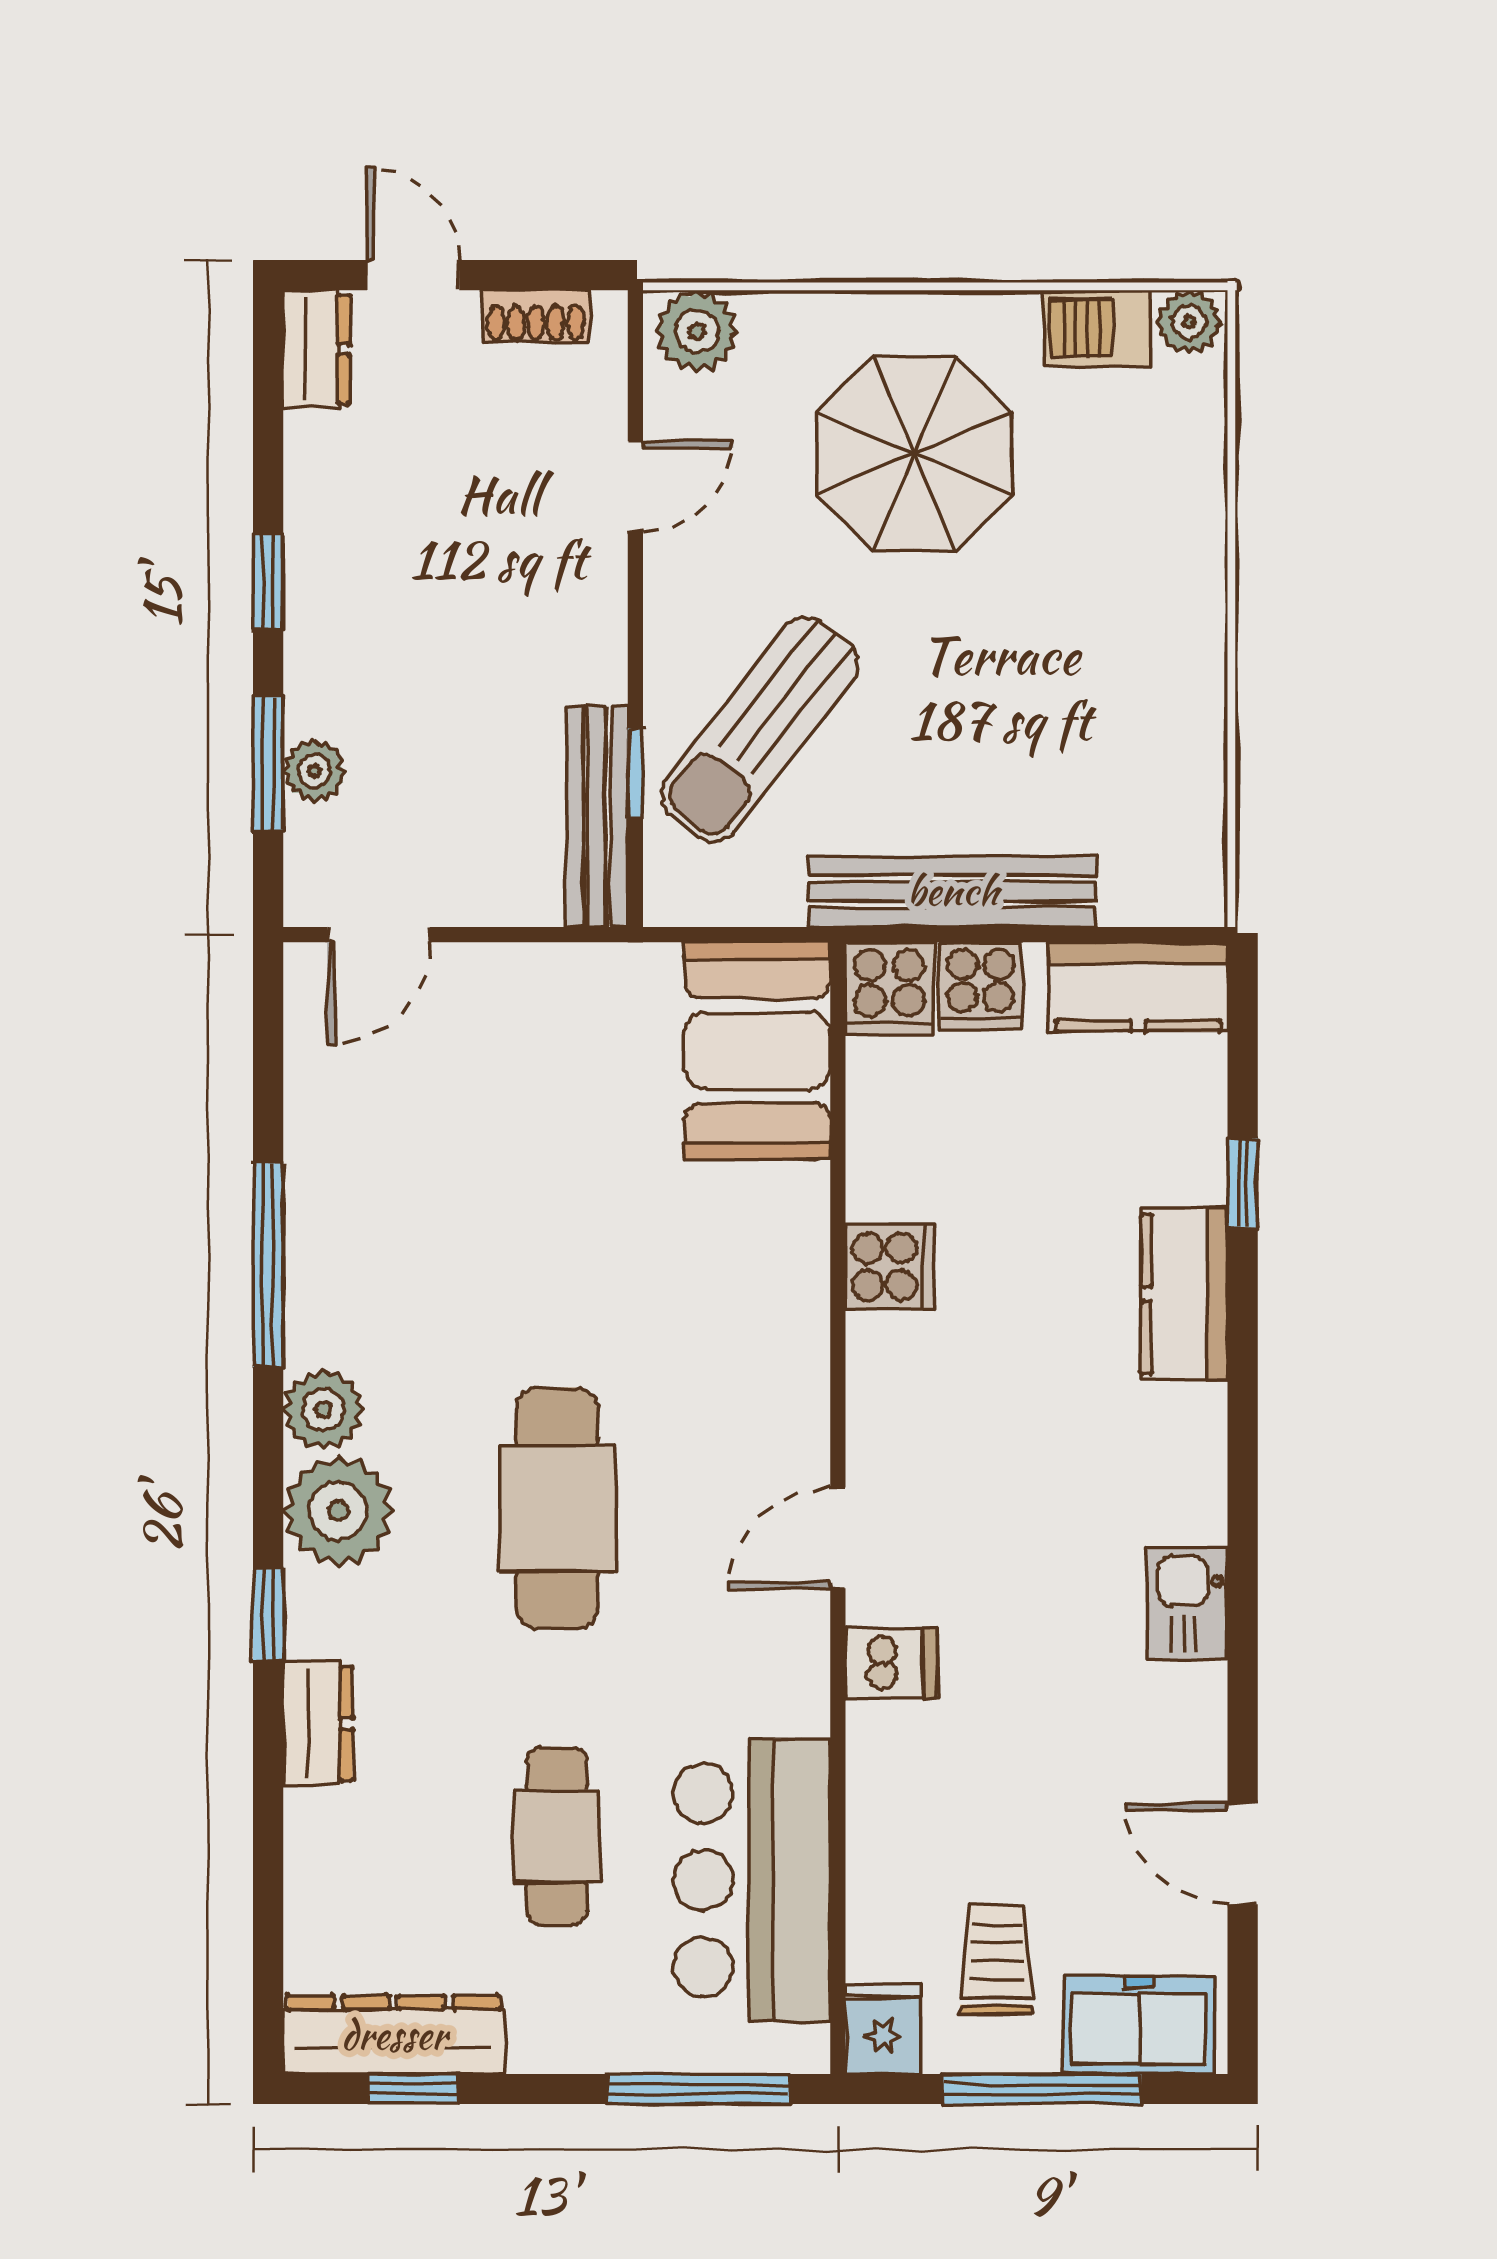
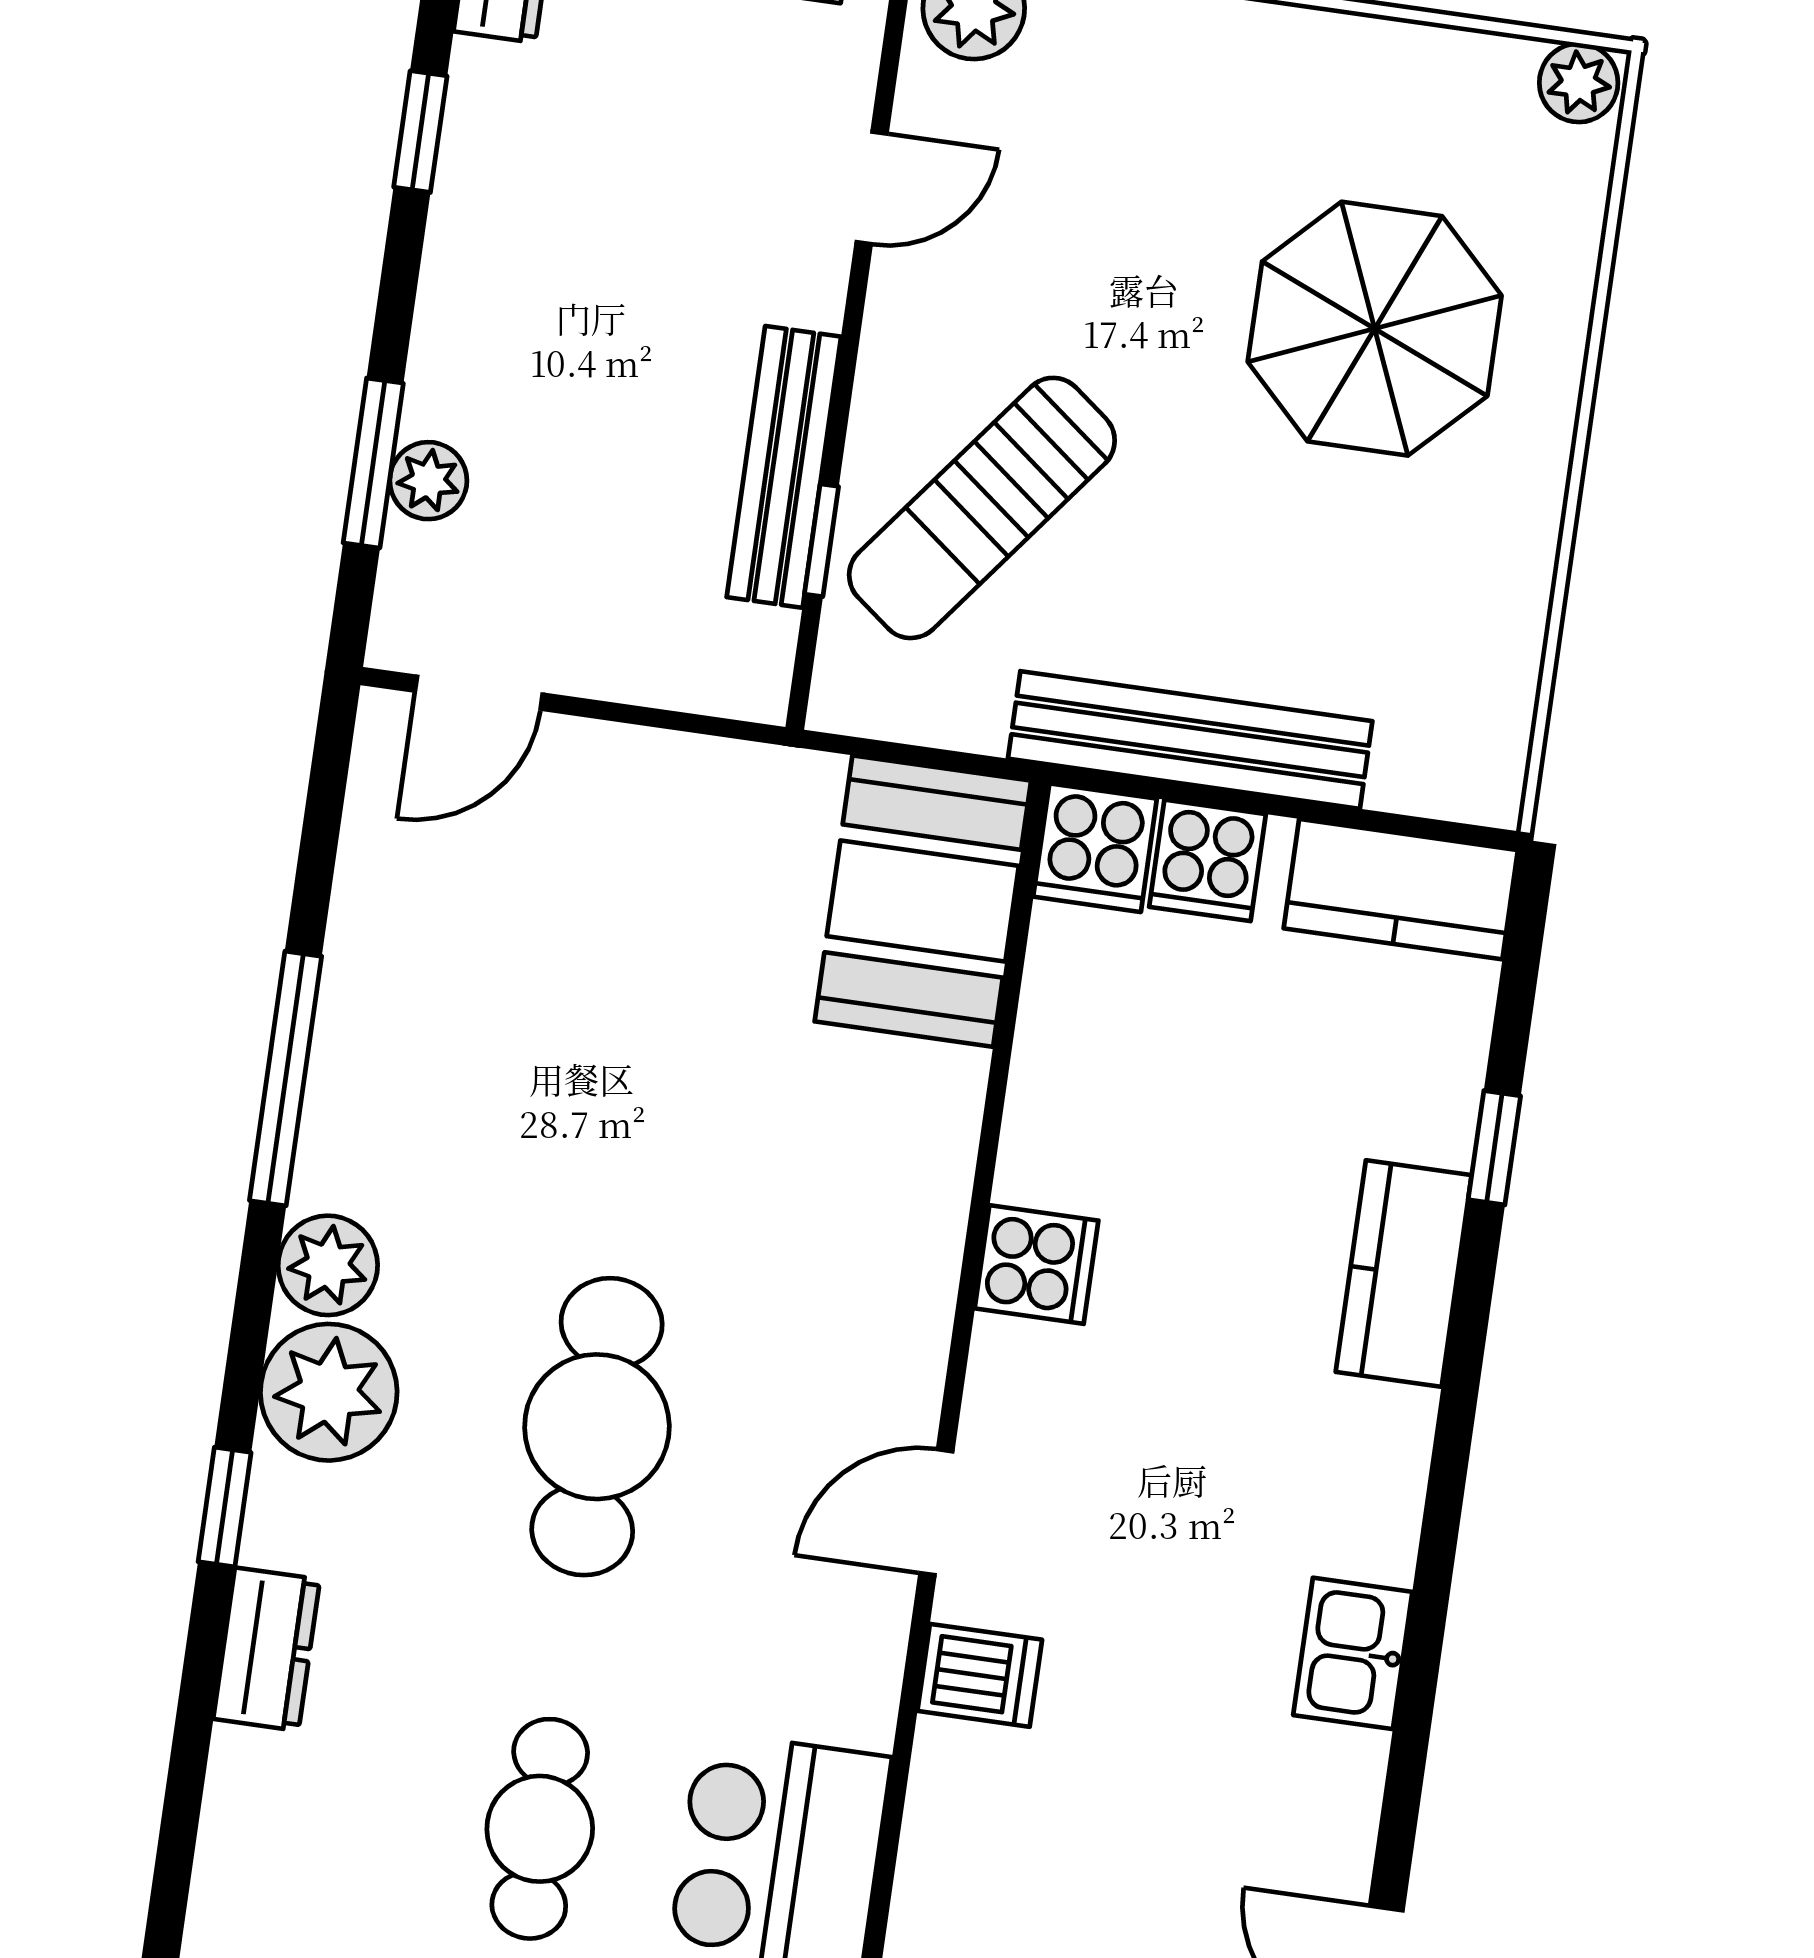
barbecue: (1097, 328) -> (1466, 75), removed
parasol: (914, 453) -> (1375, 329), moved
window: (268, 582) -> (420, 132), moved
bench: (597, 817) -> (784, 467), moved
cooker: (890, 1267) -> (1037, 1265), moved

